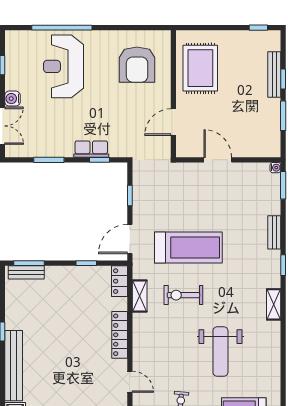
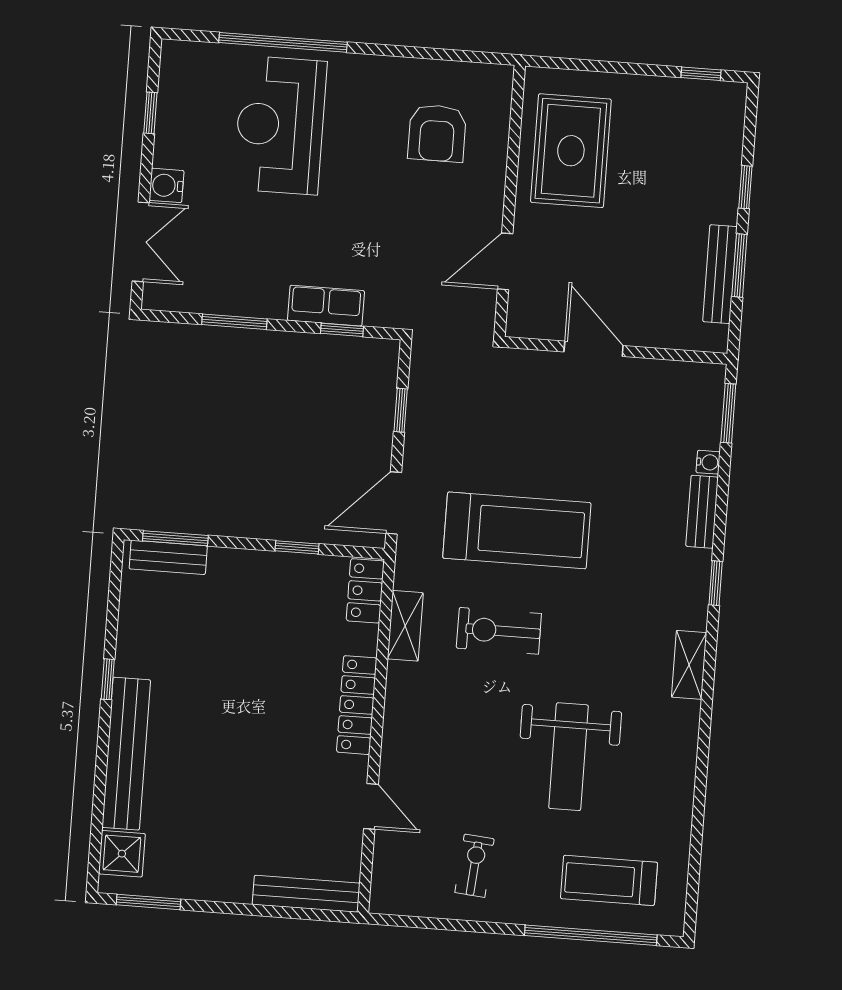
armchair: (137, 65) -> (437, 133), width x0.73, depth x0.73
bench: (274, 75) -> (720, 274), moved
water cooler: (275, 168) -> (708, 462), moved

